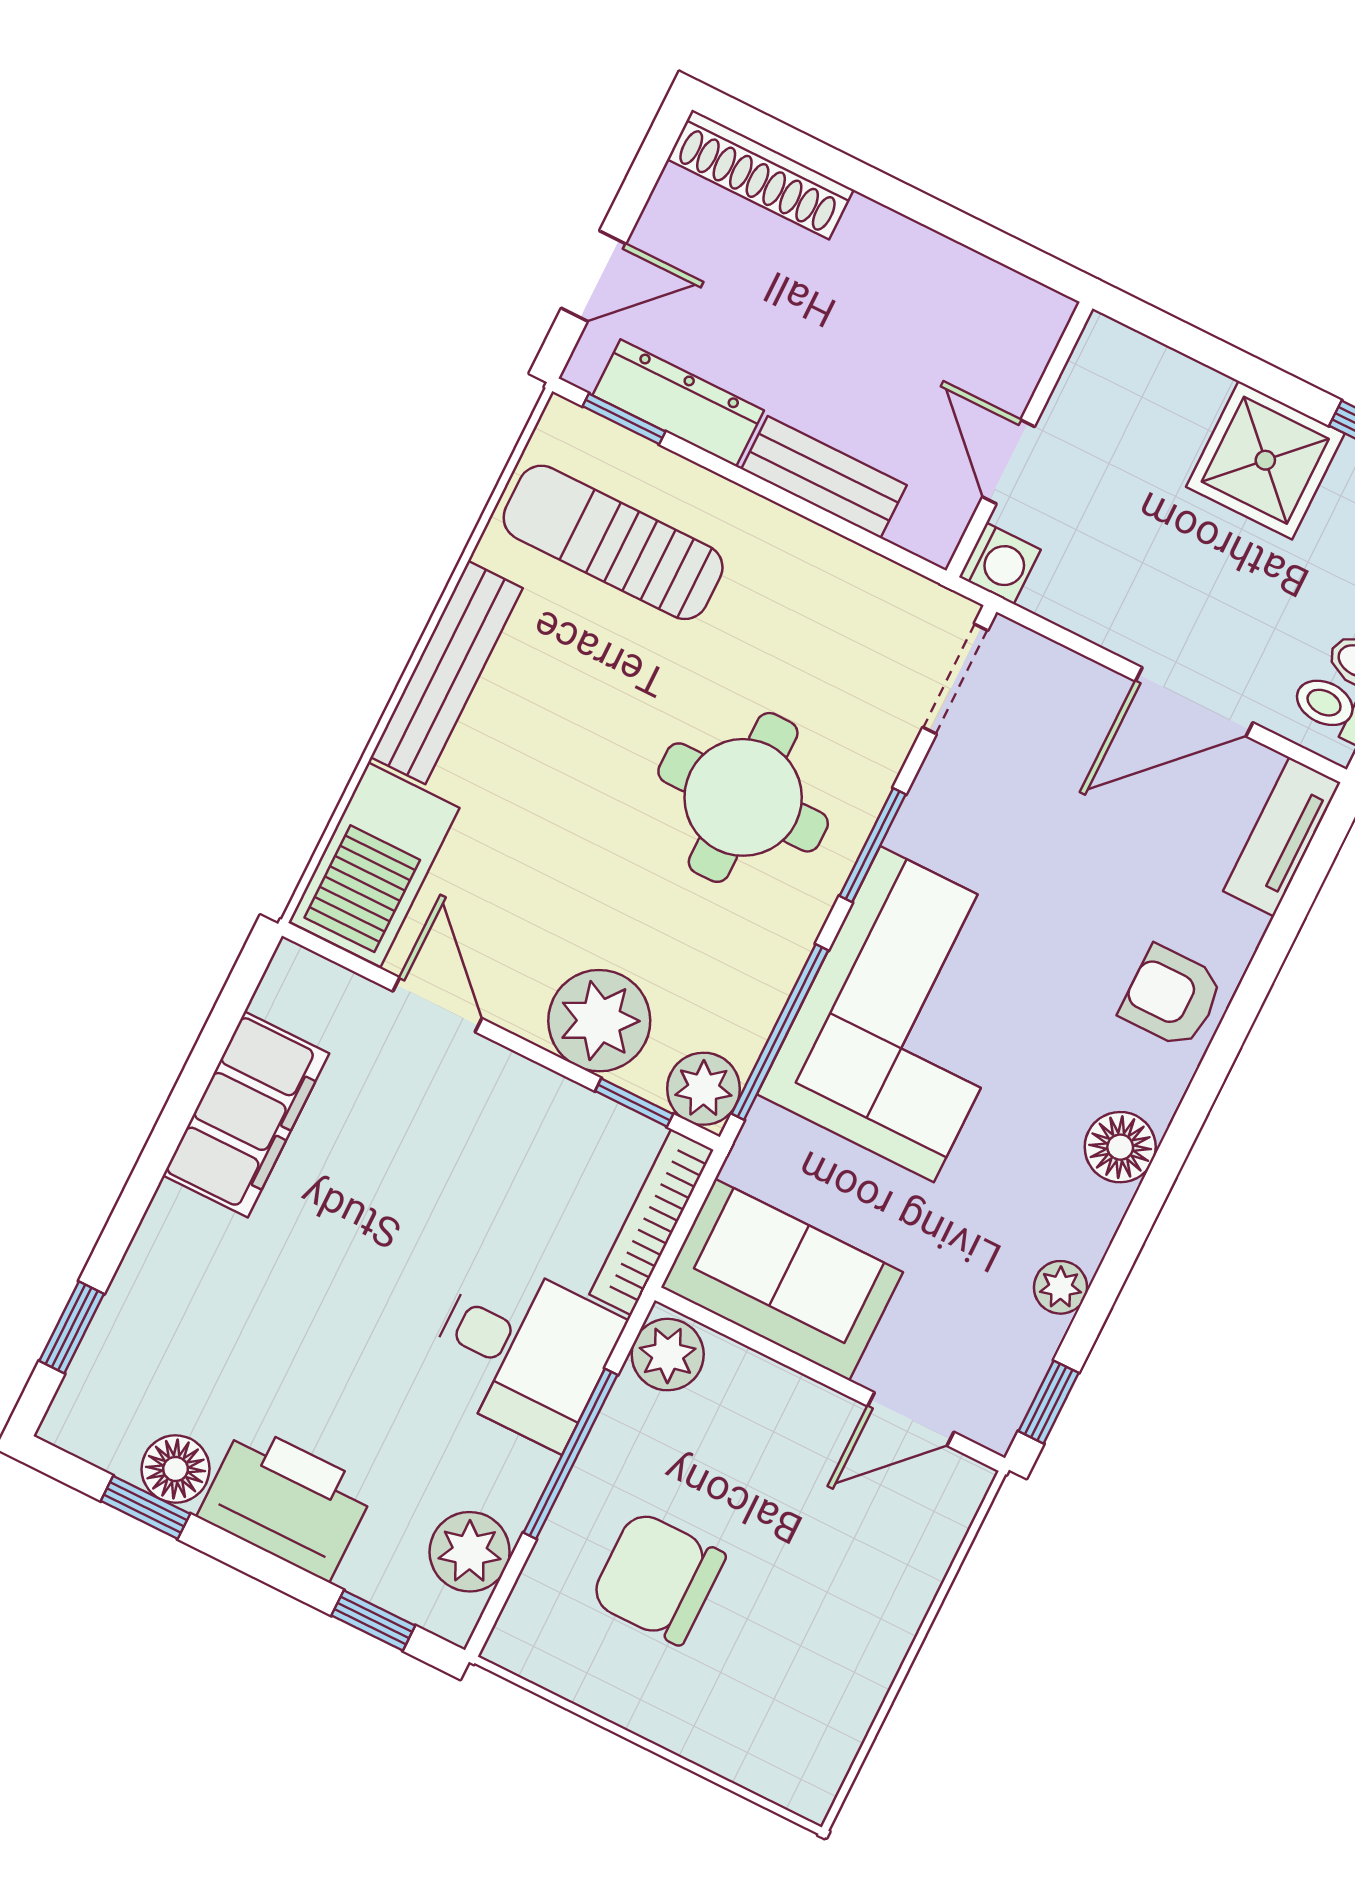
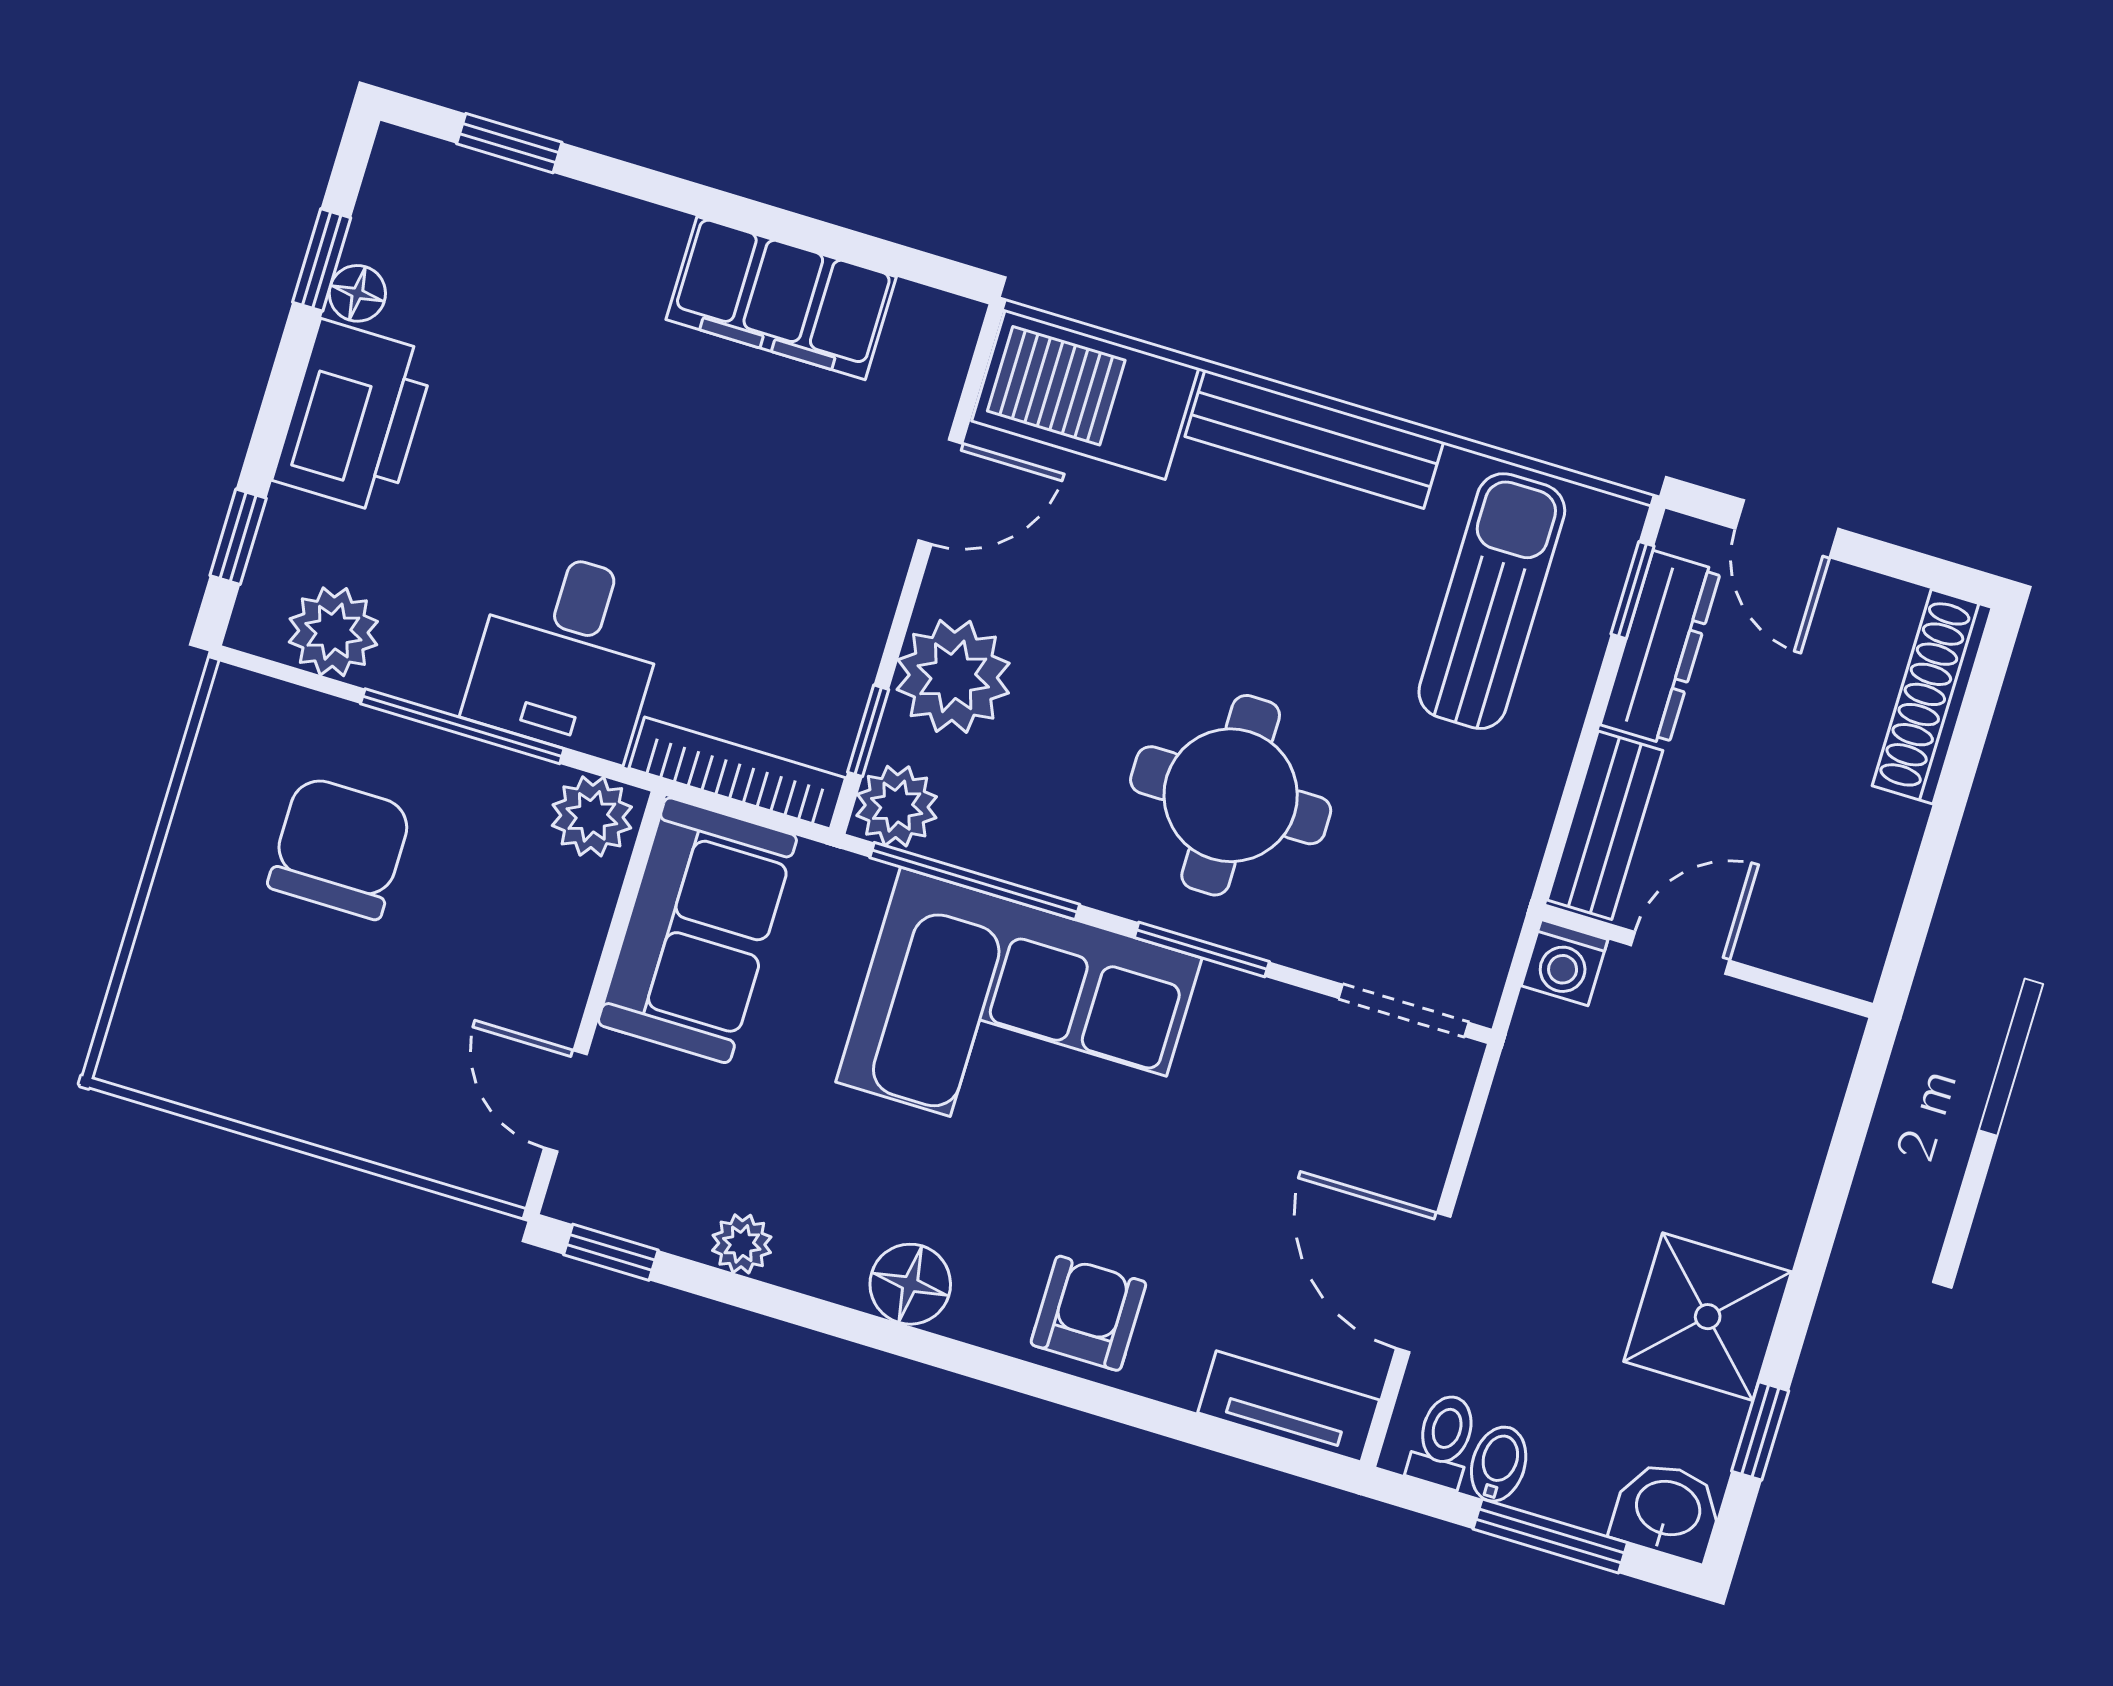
wall: (1019, 440) -> (1707, 961), moved
door: (1008, 462) -> (1680, 953), moved
washing machine: (1000, 563) -> (1565, 963), moved
floor lamp: (176, 1469) -> (357, 293), width x0.73, depth x0.73

